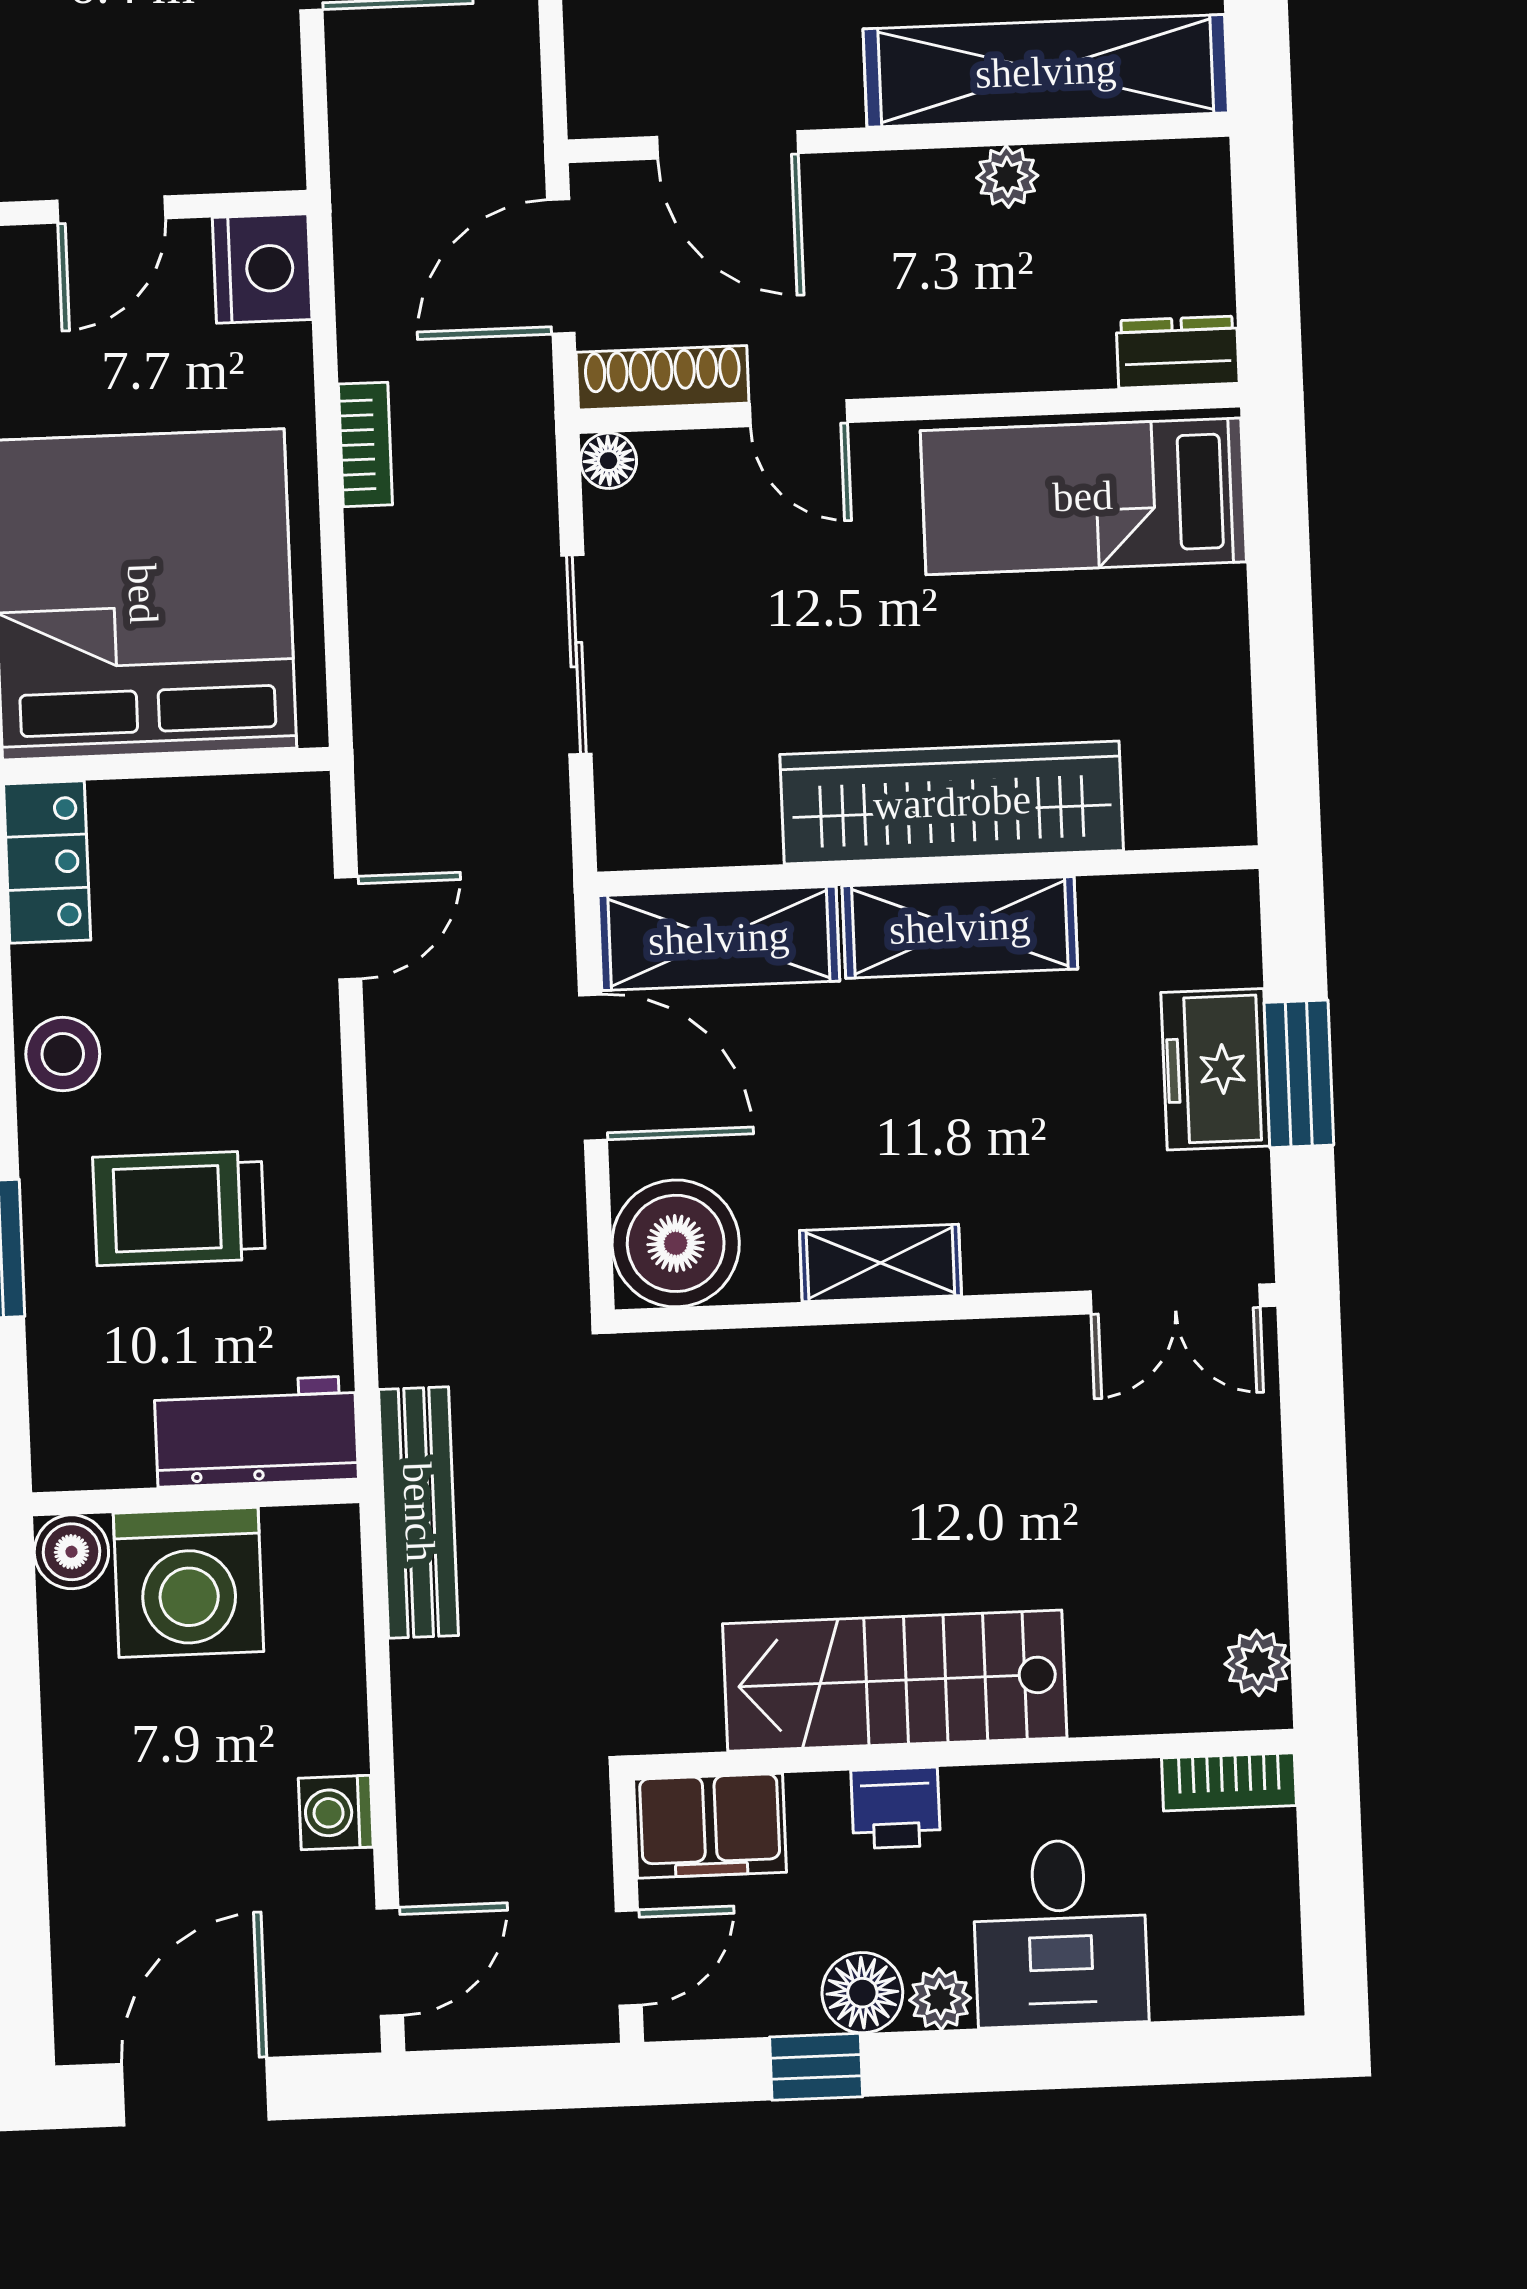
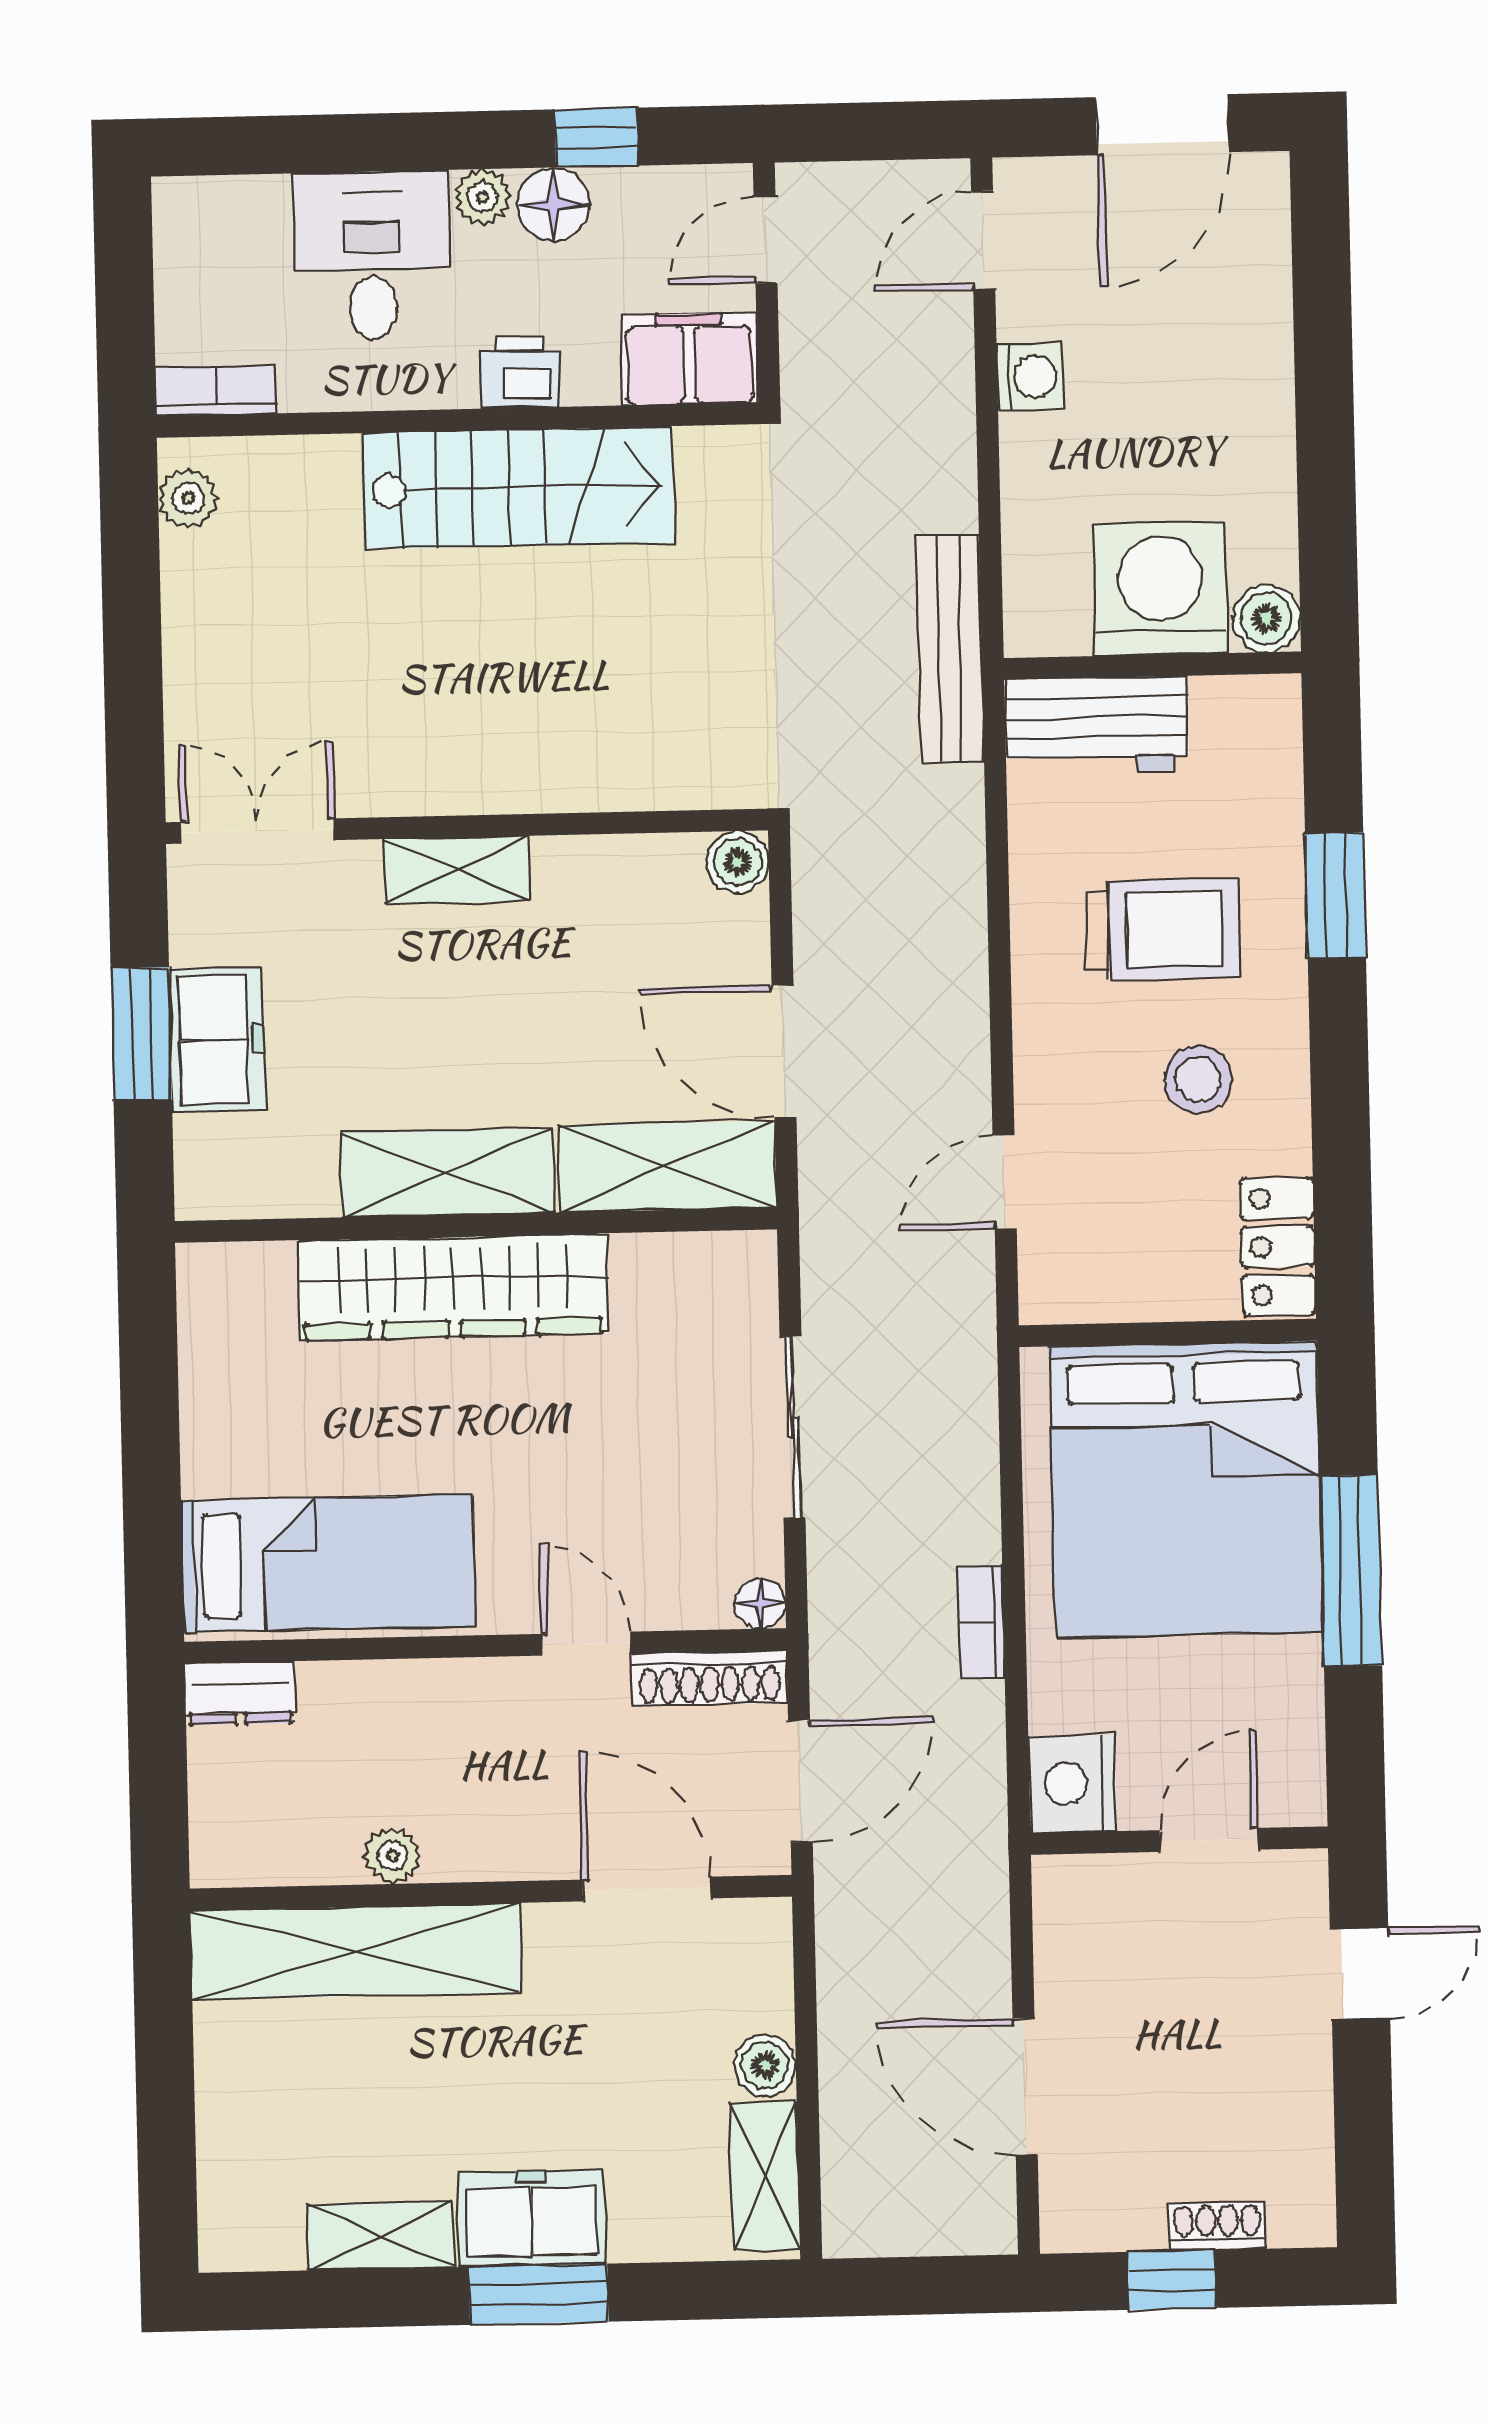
stool: (63, 1054) -> (1198, 1079), moved
boiler: (676, 1243) -> (738, 862), width x0.54, depth x0.54
shelving: (880, 1263) -> (457, 870), moved

